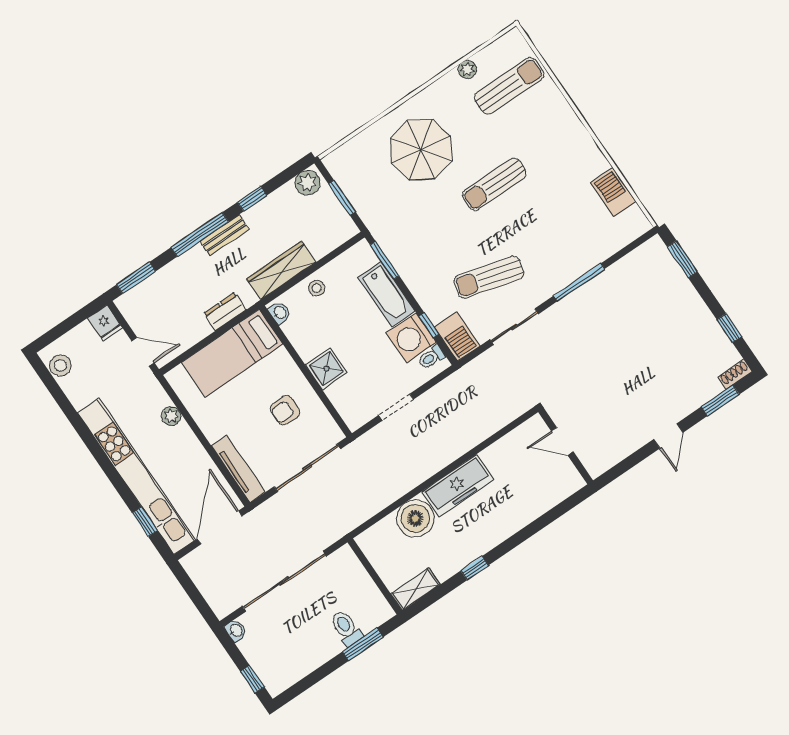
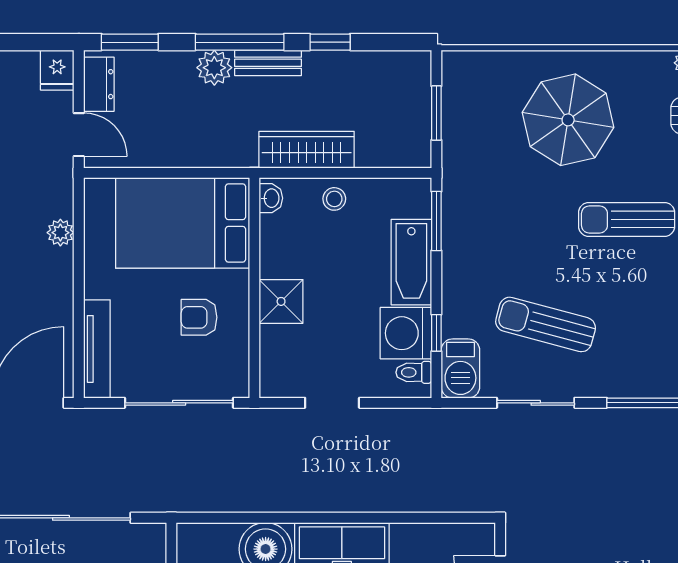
plant: (308, 183) -> (214, 68), moved
dresser: (225, 311) -> (99, 84), moved, turned 90
bed: (232, 353) -> (183, 223), width x1.50

